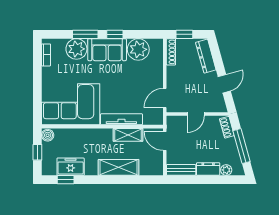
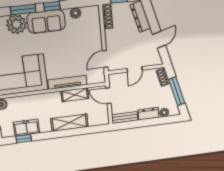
plant: (138, 49) -> (76, 13), width x0.53, depth x0.53

